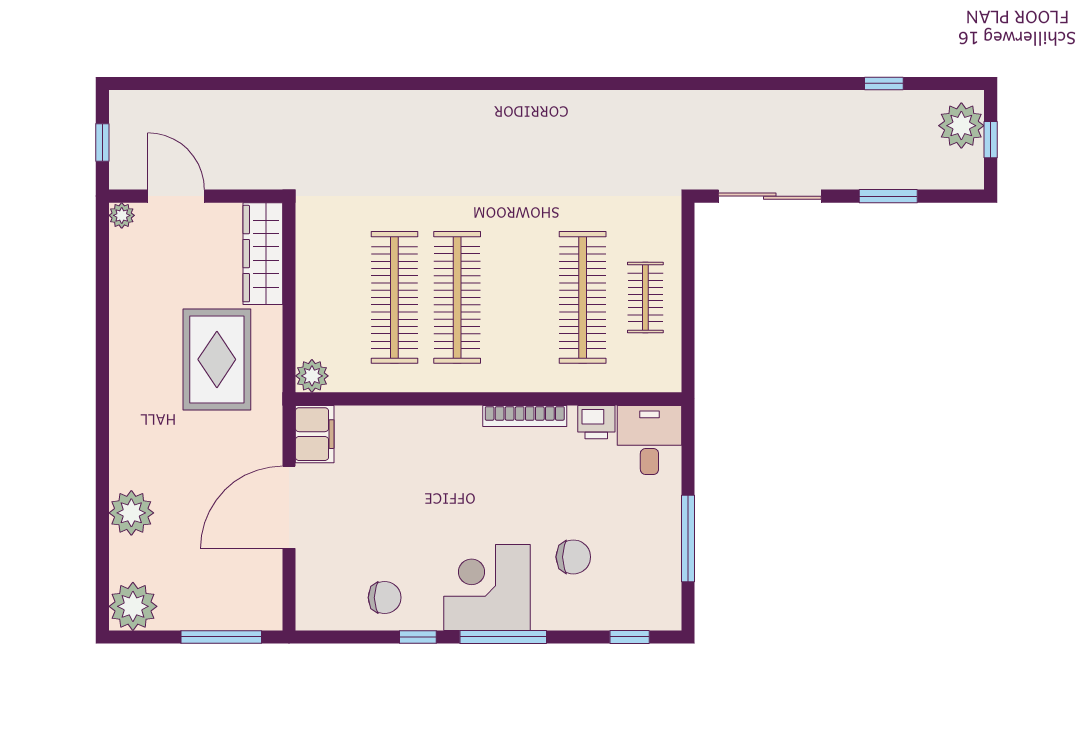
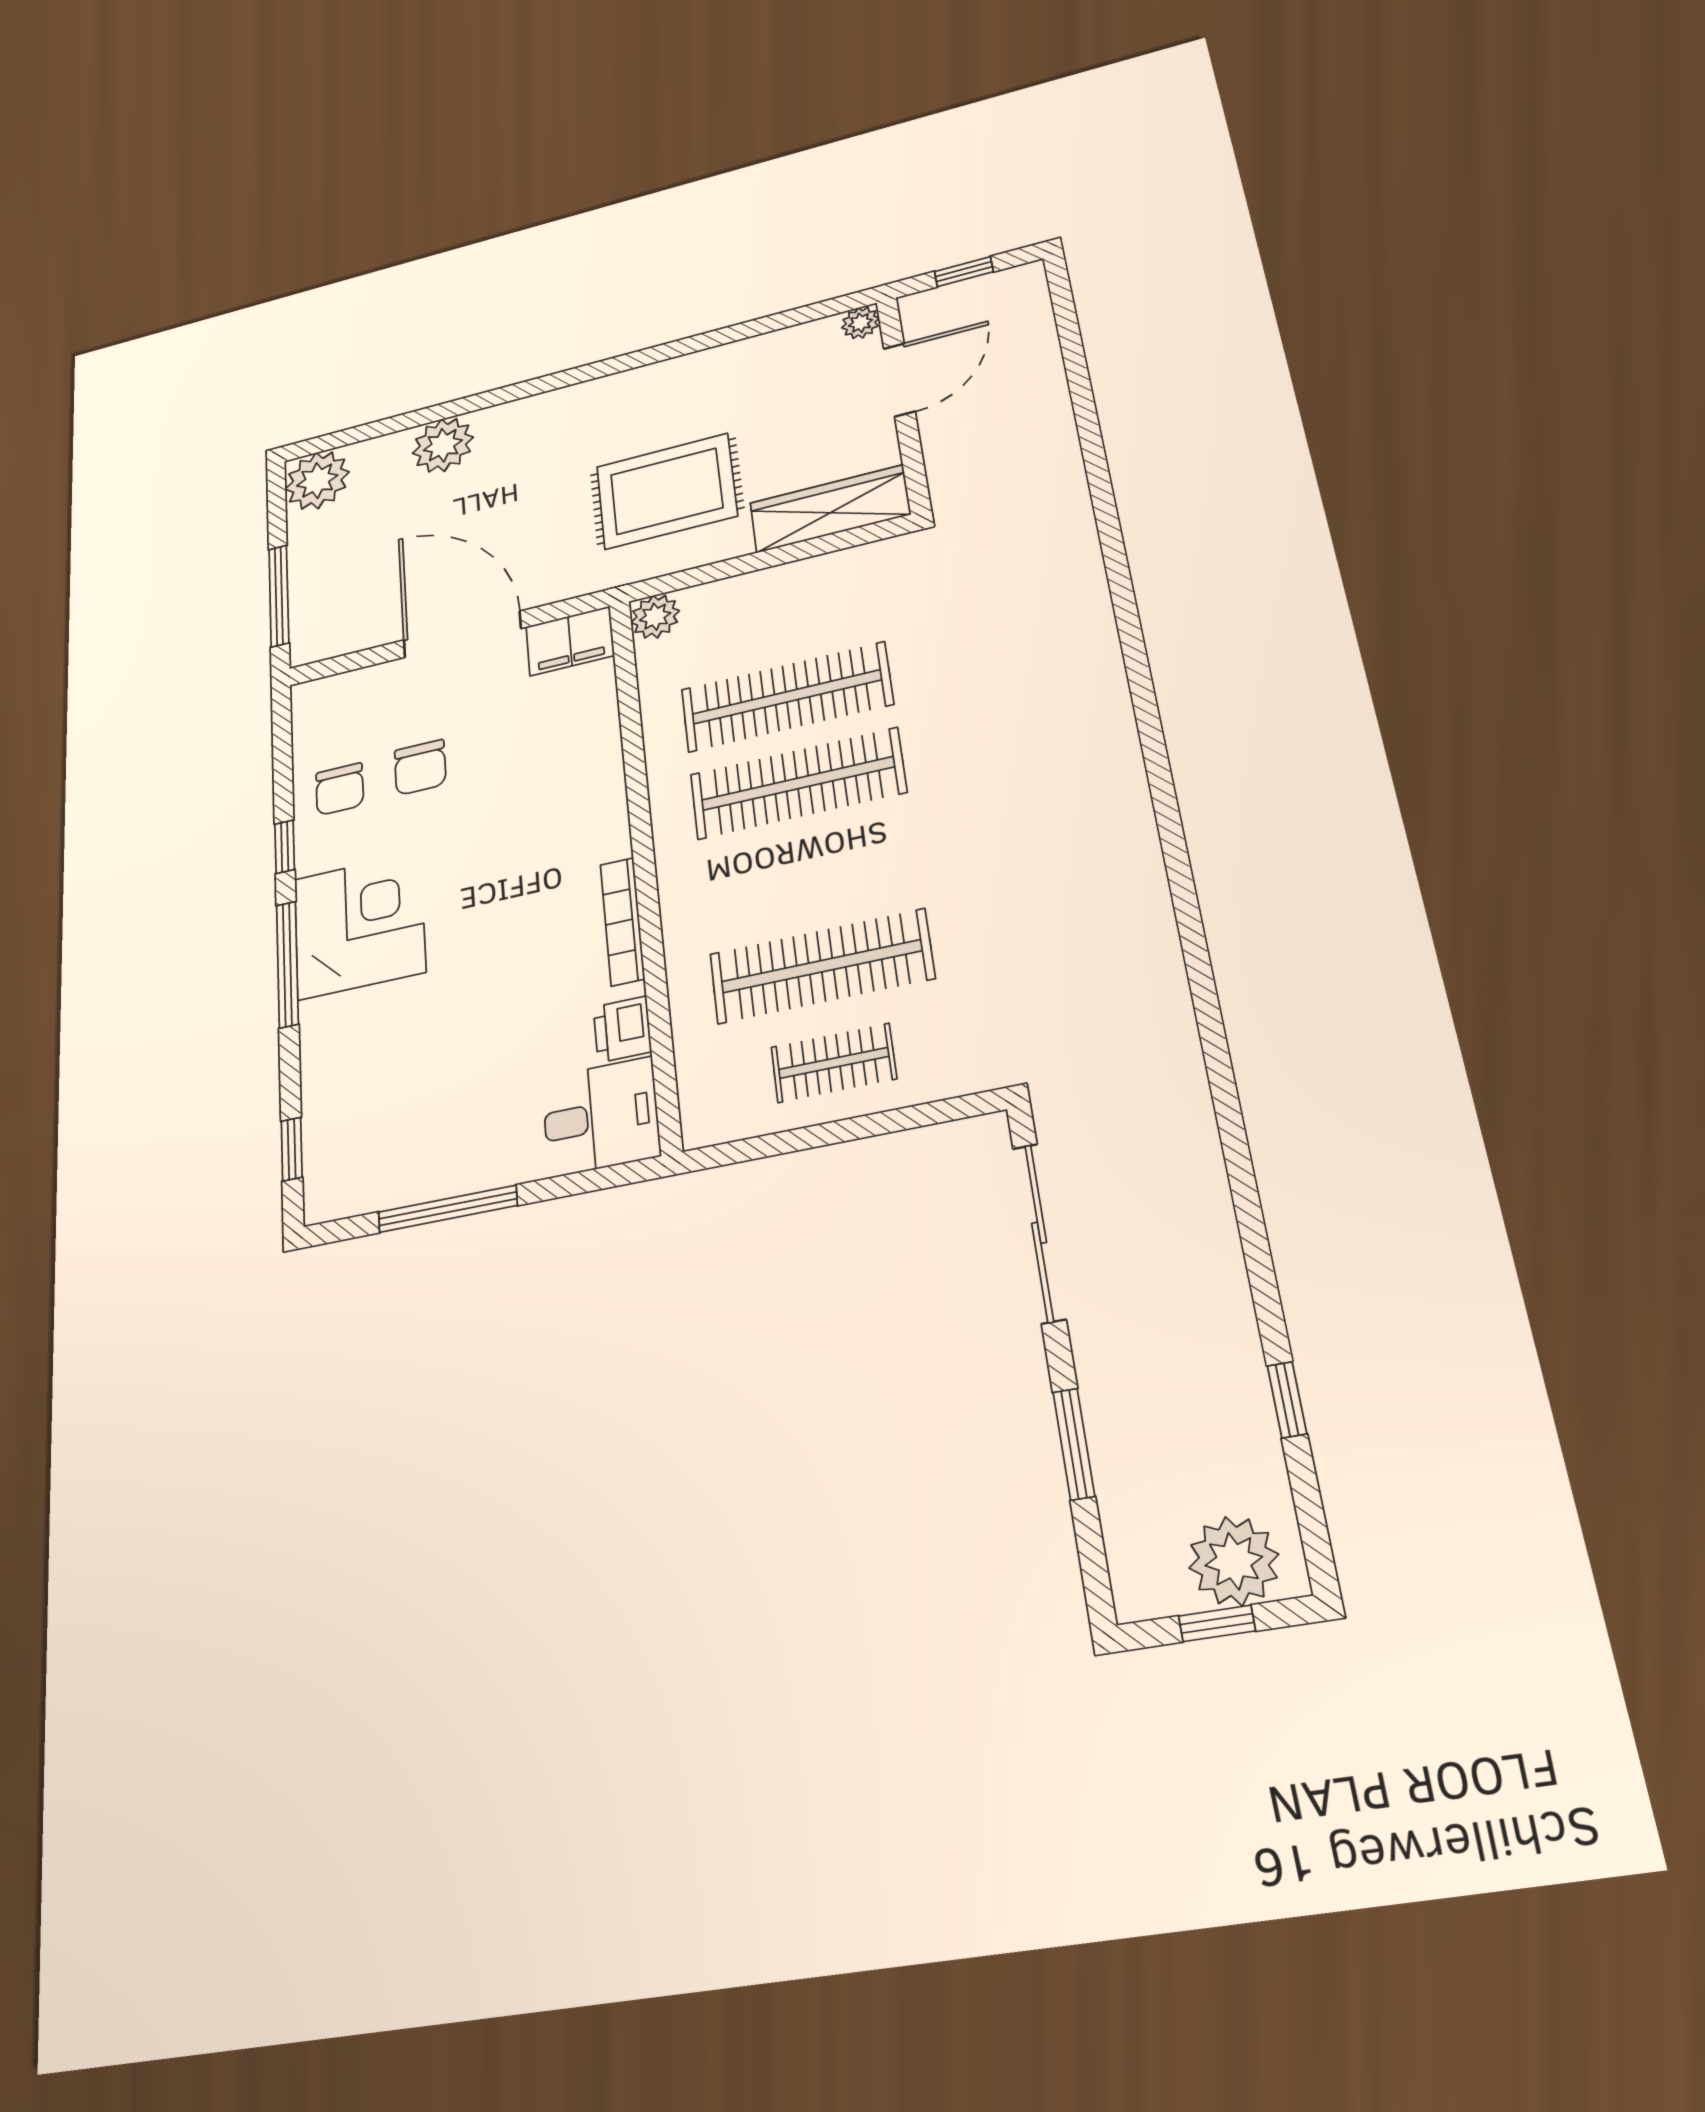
chair: (573, 557) -> (420, 767), moved

